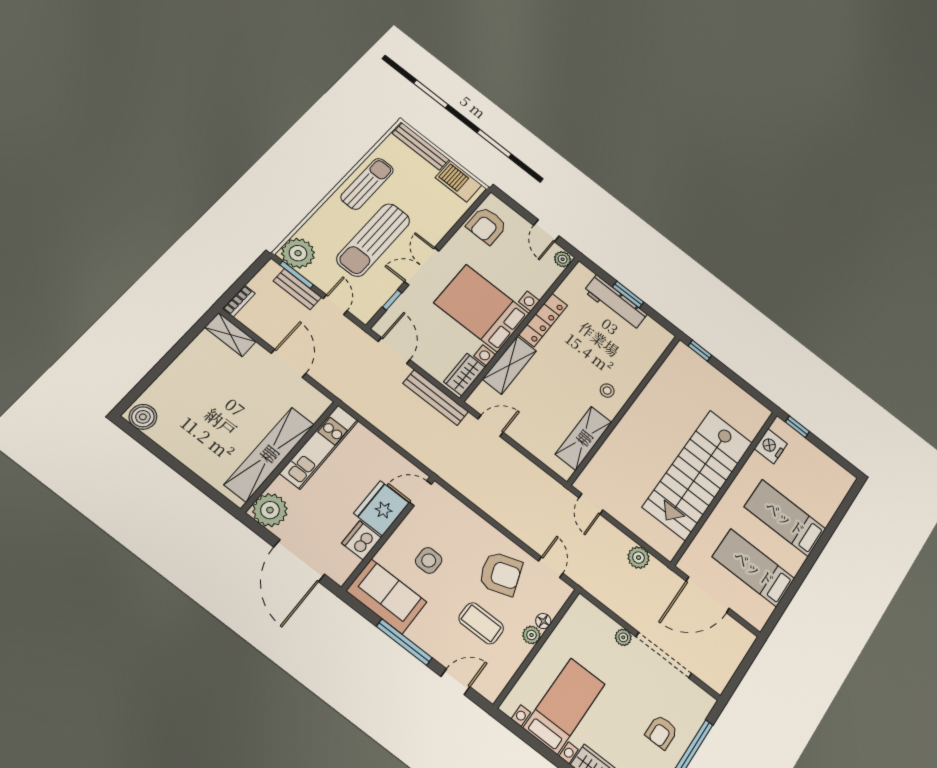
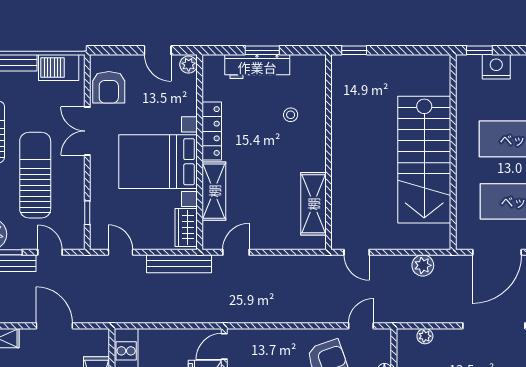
sun lounger: (373, 240) -> (35, 175), turned 180
double door: (422, 266) -> (87, 131), moved
door: (394, 351) -> (120, 252), width x0.73
stool: (607, 391) -> (291, 115), moved
nightstand: (771, 446) -> (496, 67), moved, turned 90
door: (551, 567) -> (361, 326), hinge flipped
plant: (623, 637) -> (425, 336), moved

